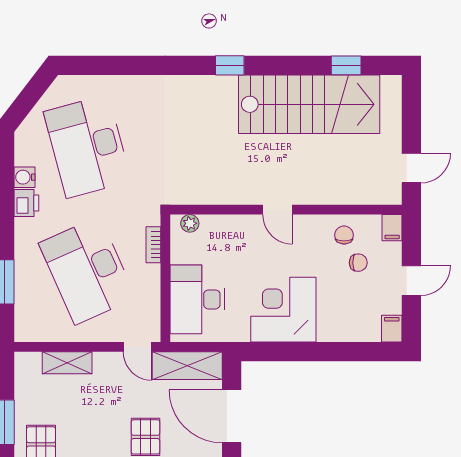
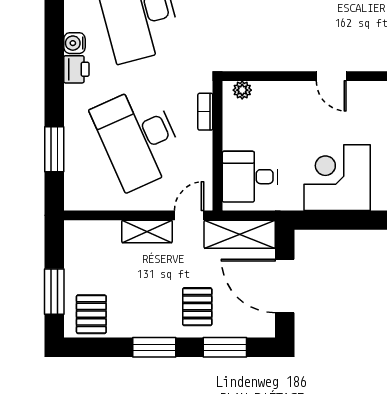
desk: (197, 299) -> (250, 177), width x0.73
door: (137, 347) -> (189, 215), swing flipped
shelving: (67, 363) -> (147, 231), moved

